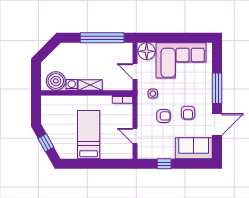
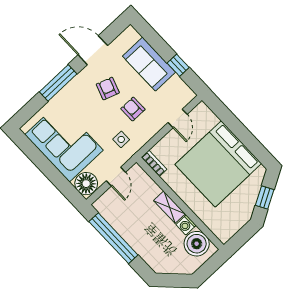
armchair: (188, 113) -> (108, 89), turned -71
bed: (89, 135) -> (218, 164), width x2.04
sofa: (194, 148) -> (149, 64), moved

